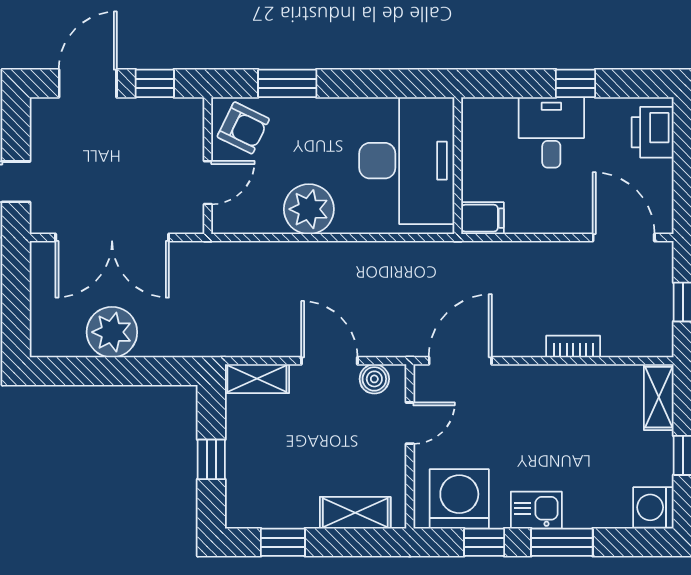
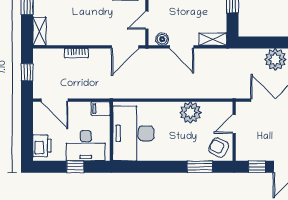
desk: (551, 132) -> (86, 146), width x1.37
desk: (407, 161) -> (133, 133), moved
wall: (458, 166) -> (111, 131), moved
filing cabinet: (482, 218) -> (101, 109), moved

